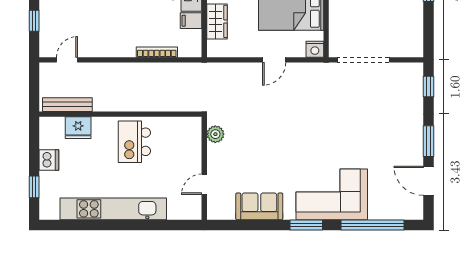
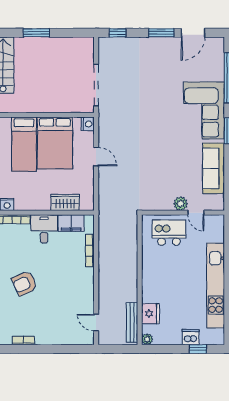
window: (34, 21) -> (65, 349), removed
filing cabinet: (191, 21) -> (71, 223), width x2.00
plant: (46, 124) -> (147, 339), added
plant: (215, 134) -> (181, 204), moved
kitchen island: (134, 142) -> (169, 233), moved, turned 180
dishwasher: (49, 160) -> (191, 337), moved
sofa: (259, 206) -> (214, 168), width x1.36

